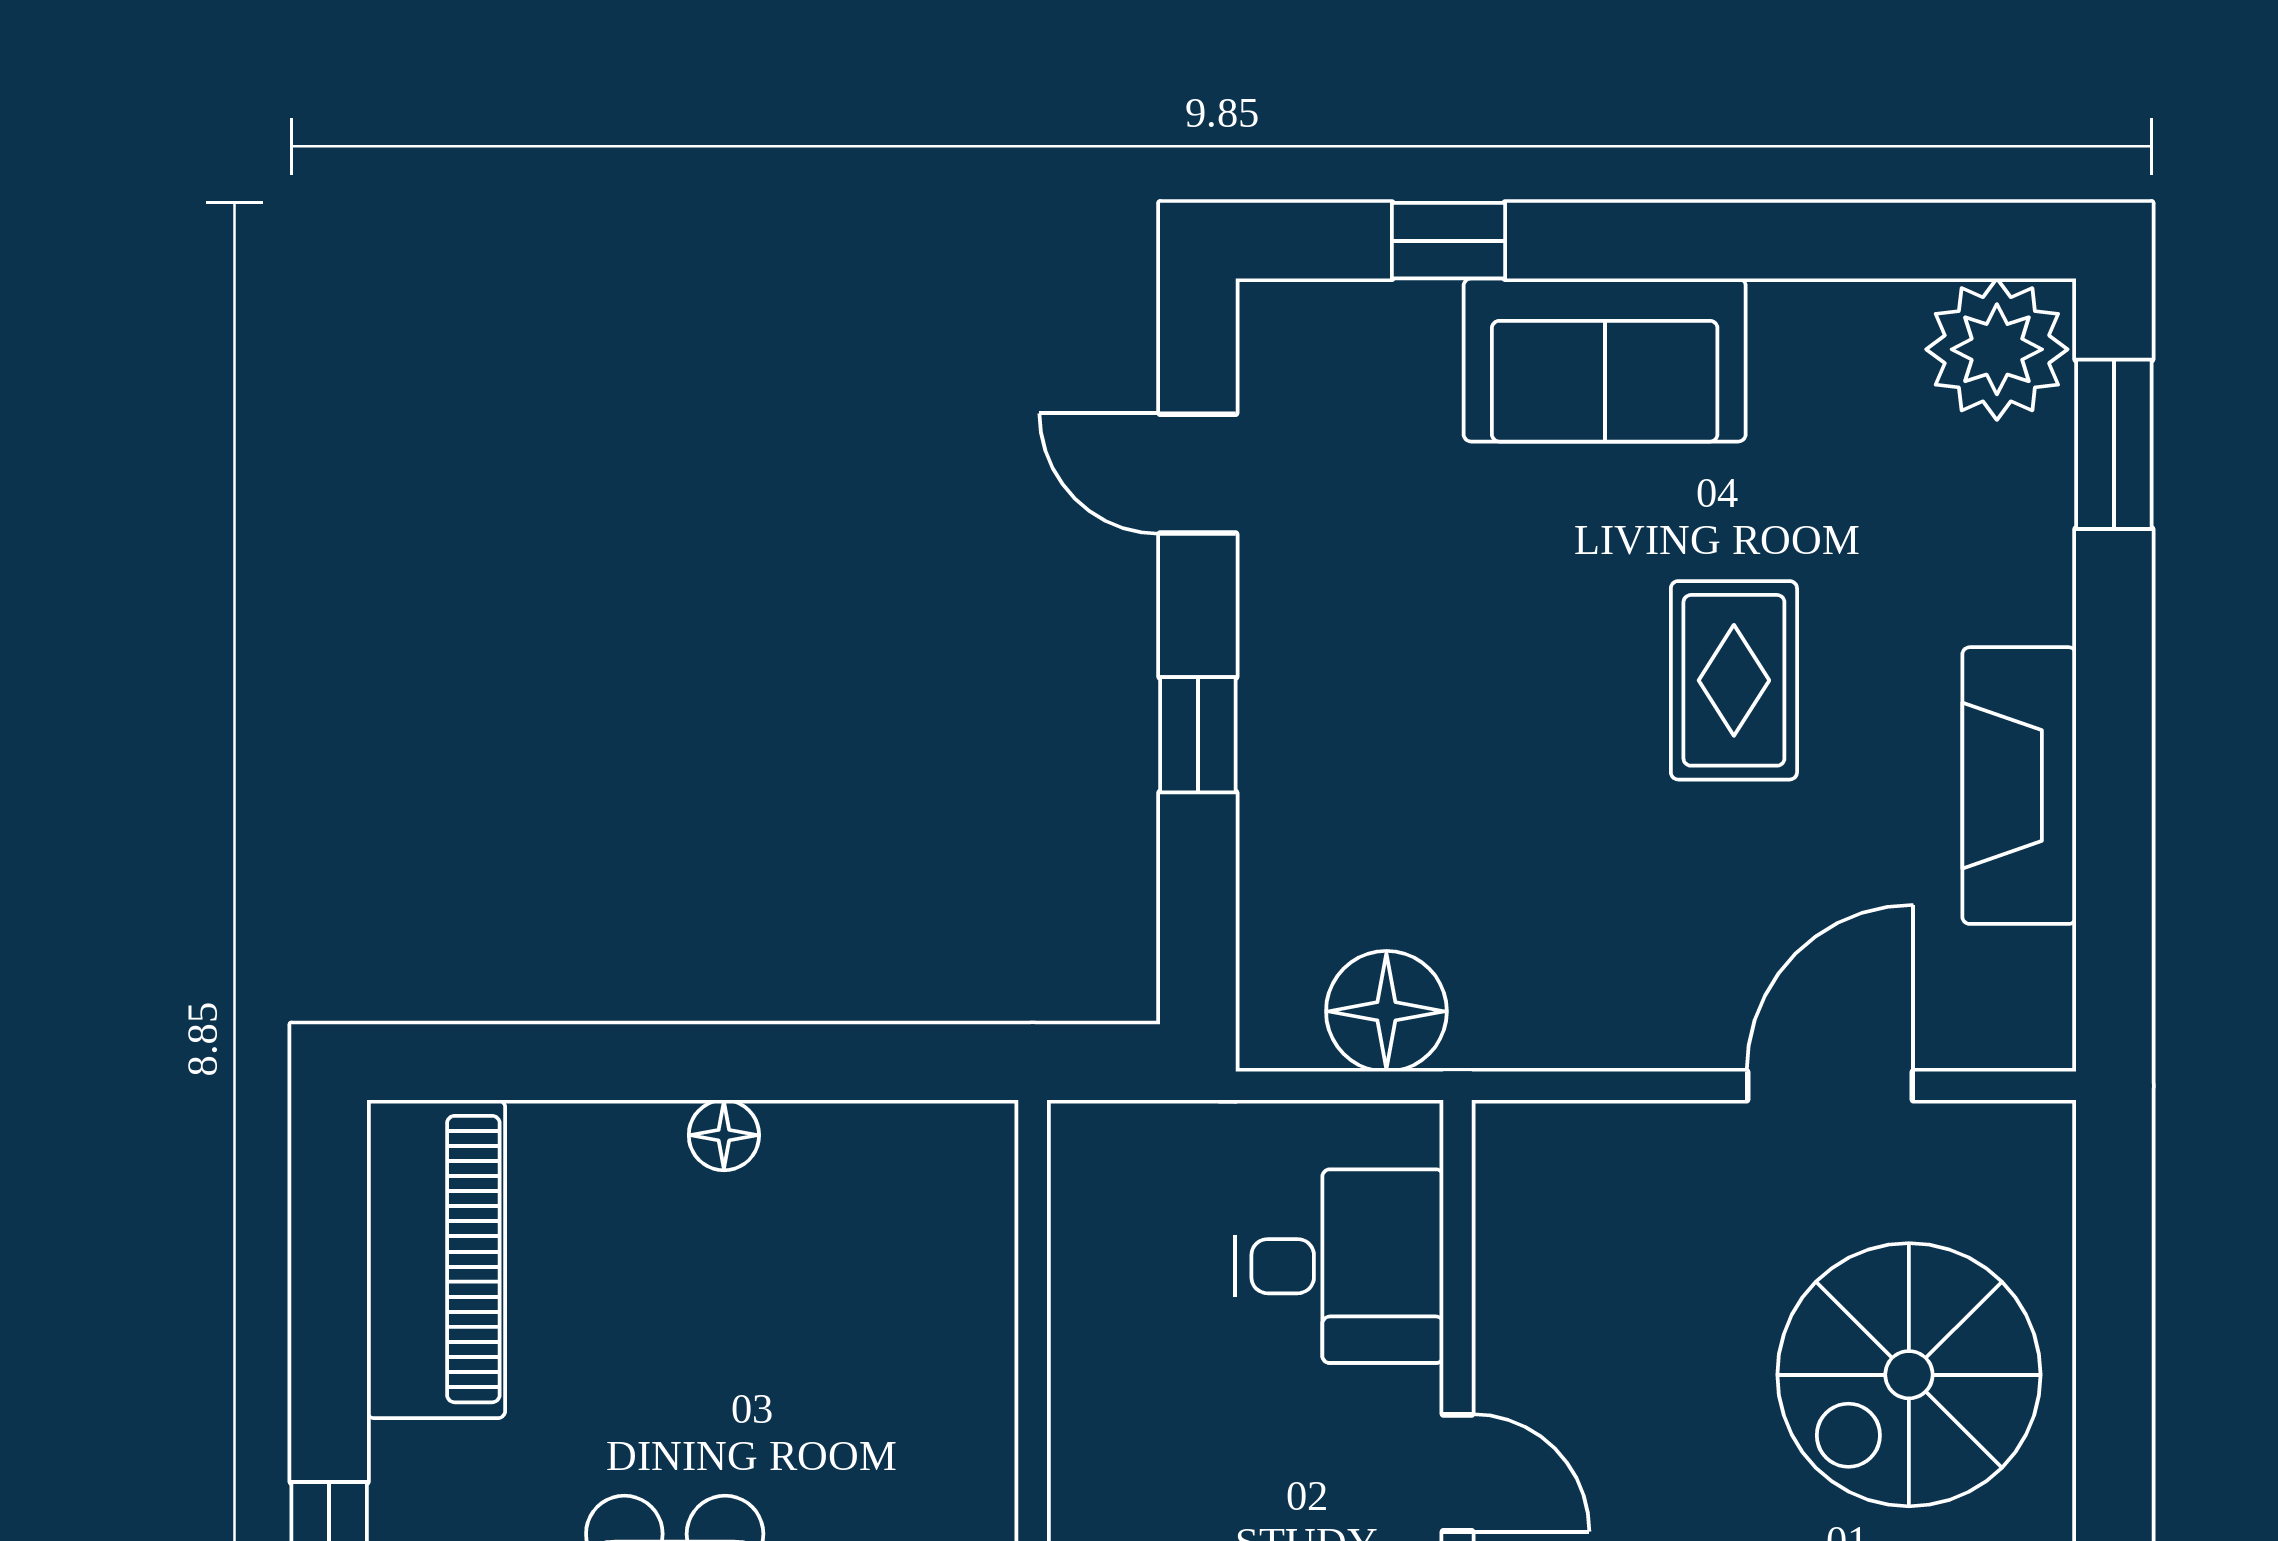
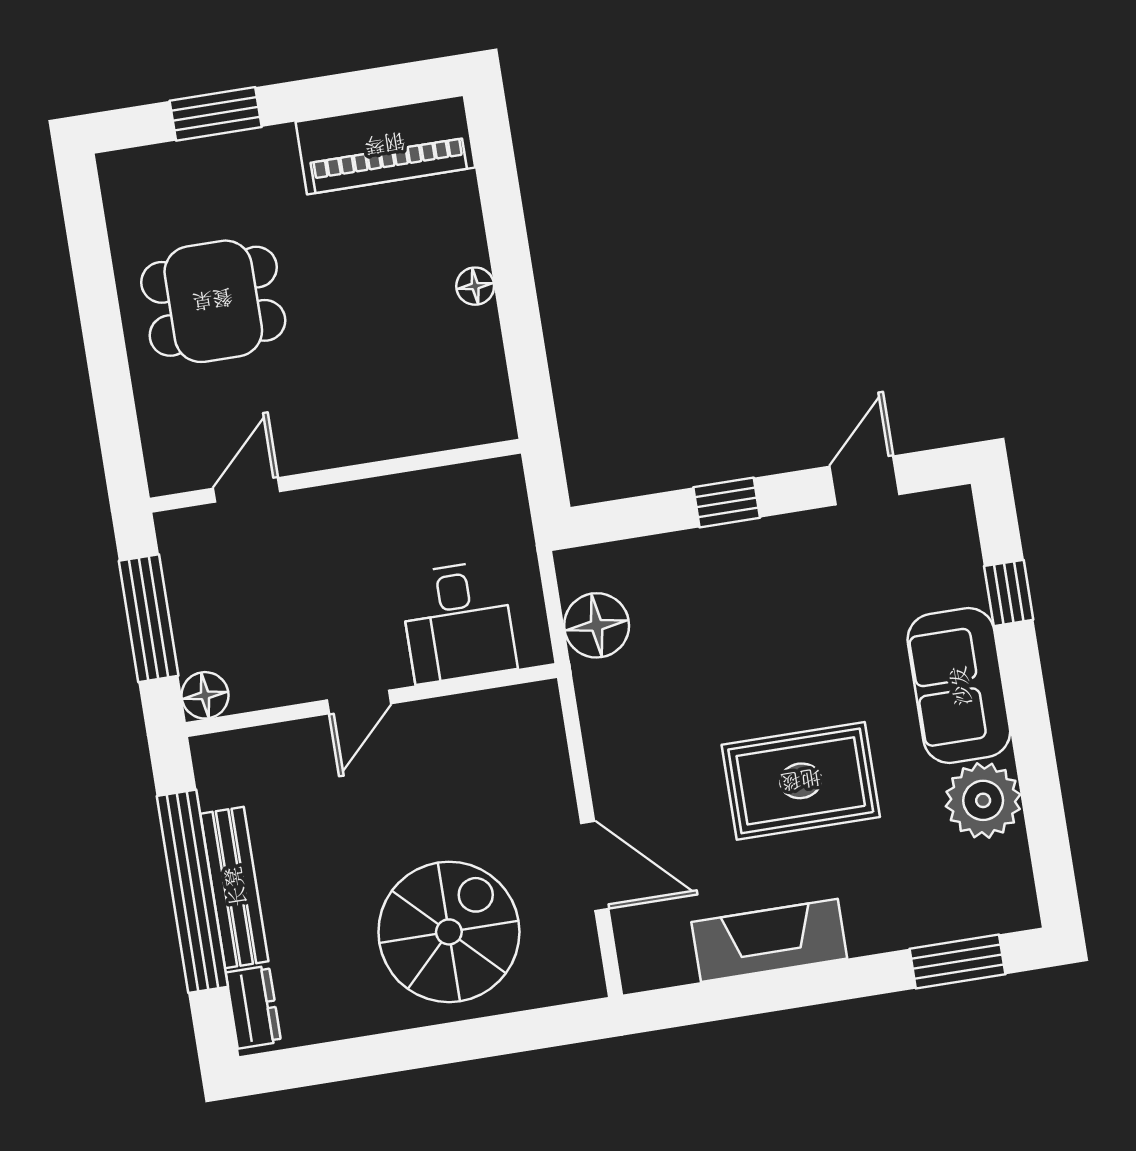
plant: (1997, 349) -> (983, 800), moved
rug: (1734, 680) -> (801, 781), width x1.36, depth x1.43
spiral stairs: (1909, 1375) -> (449, 932), turned 90

